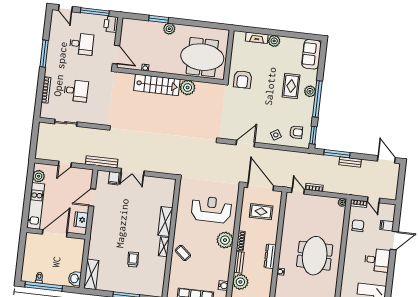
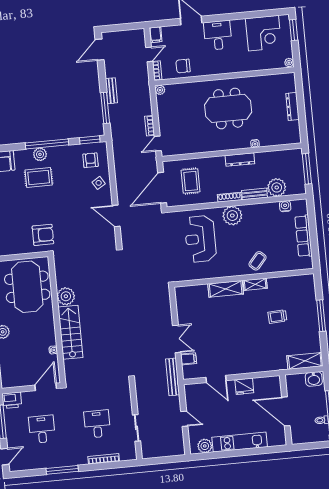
filing cabinet: (387, 226) -> (156, 35), moved
door: (55, 233) -> (286, 411), moved
wall: (56, 233) -> (286, 410), moved

